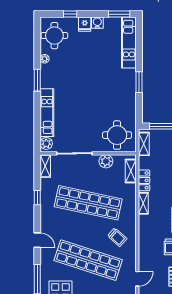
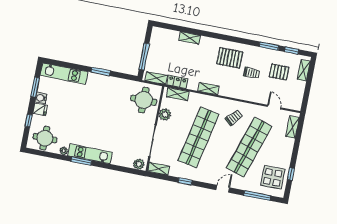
window: (119, 14) -> (35, 87), moved
kitchen unit: (47, 113) -> (90, 154), moved
locker: (144, 180) -> (177, 82), moved

